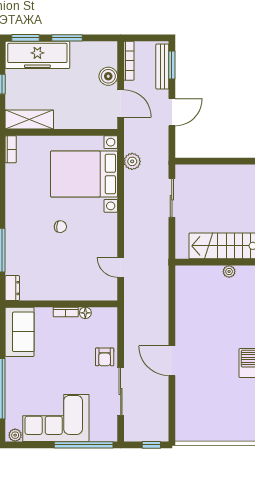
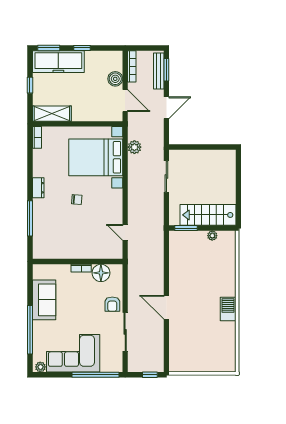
window: (67, 38) -> (82, 48), width x0.67
window: (196, 262) -> (186, 228), added
dresser: (12, 288) -> (38, 188), moved
floor lamp: (85, 313) -> (101, 273), width x1.89, depth x1.89
sofa: (20, 332) -> (44, 300), moved

